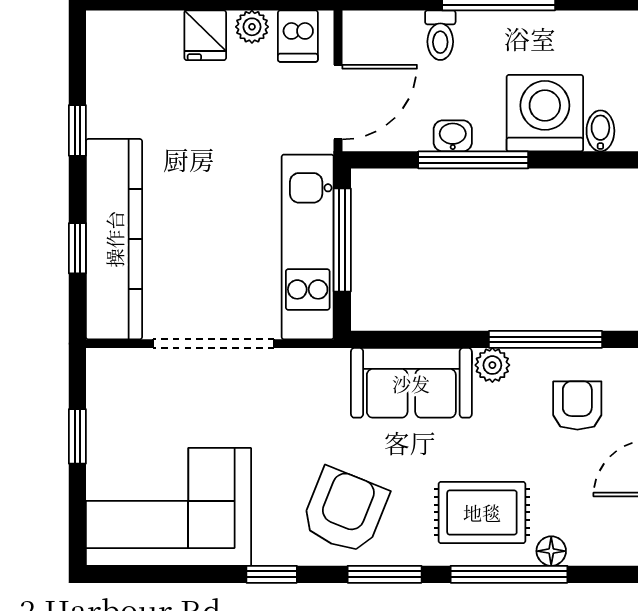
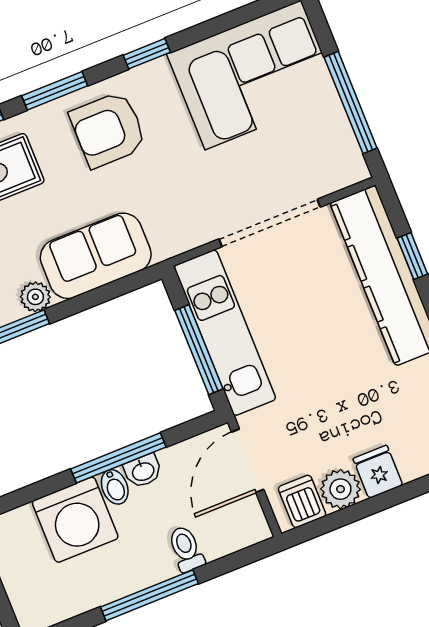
plant: (252, 27) -> (340, 489), width x1.38, depth x1.38
bidet: (600, 131) -> (115, 487), moved
window: (77, 436) -> (351, 103), width x2.17
armchair: (345, 511) -> (108, 130), turned 68

